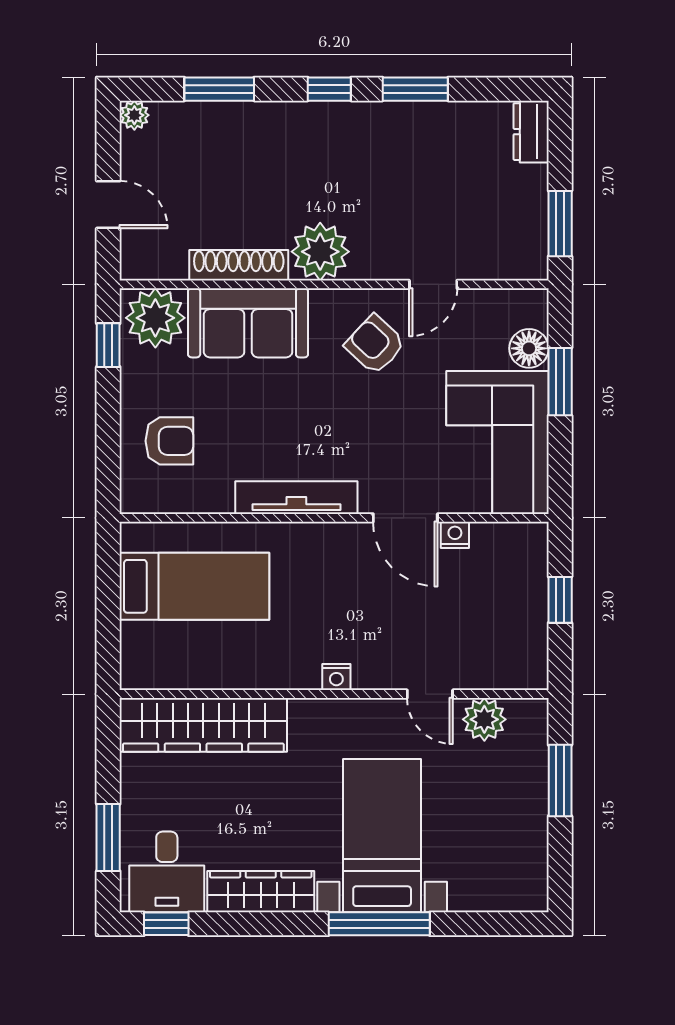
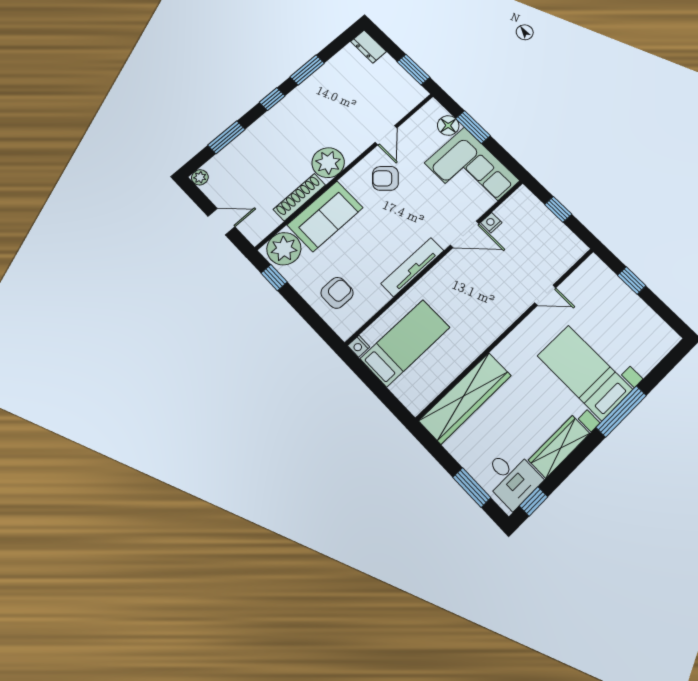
nightstand: (336, 677) -> (359, 346), moved, turned 90
plant: (484, 719) -> (577, 285), removed
window: (560, 780) -> (632, 280), width x0.67

